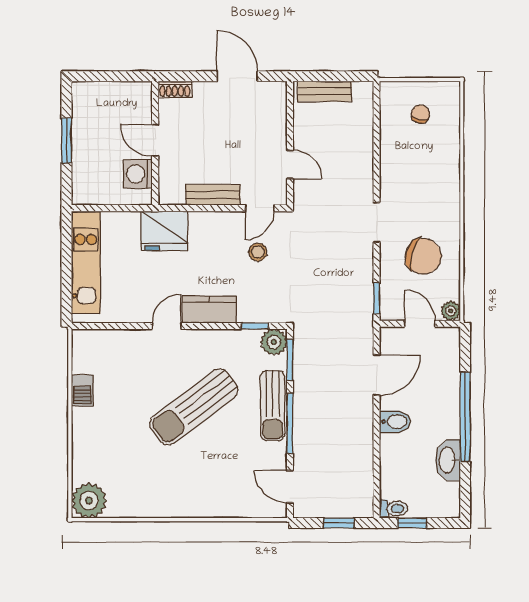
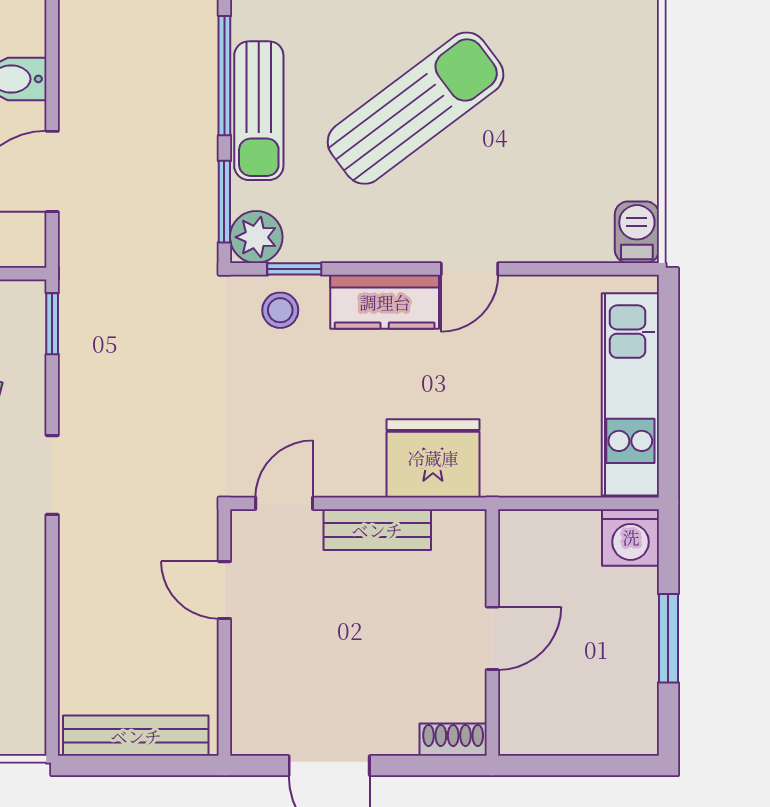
bench: (325, 91) -> (136, 736), width x1.36
door: (155, 140) -> (492, 638), hinge flipped
washing machine: (138, 174) -> (631, 537), moved, turned 90
fridge: (164, 231) -> (433, 458), moved
stool: (258, 252) -> (280, 310), moved
barbecue: (82, 390) -> (637, 232), moved
sun lounger: (273, 406) -> (259, 111), turned 180

